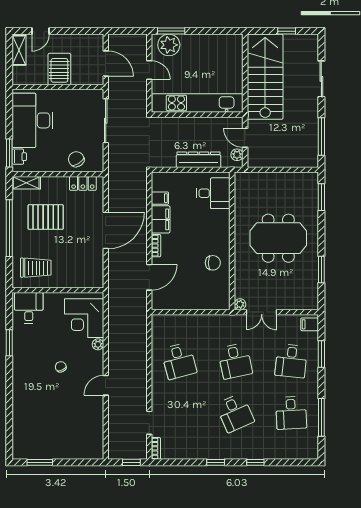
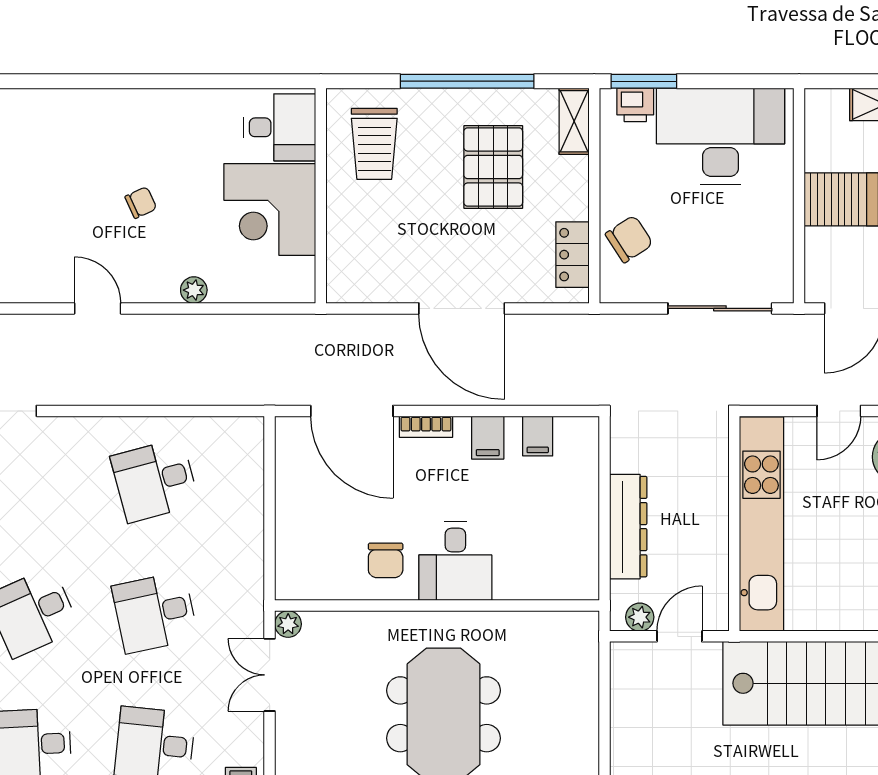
desk: (213, 193) -> (455, 561), moved
filing cabinet: (161, 219) -> (488, 438), width x0.50
door: (149, 277) -> (352, 411), width x1.36
corner desk: (84, 318) -> (270, 209), moved, turned -90
window: (9, 343) -> (198, 81), removed

